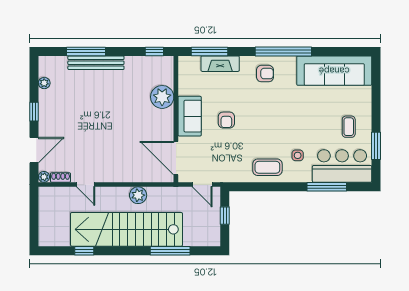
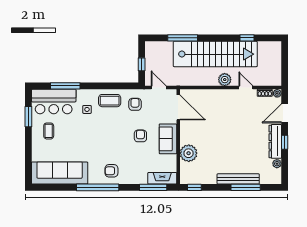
fireplace: (220, 64) -> (162, 178), moved
dresser: (47, 113) -> (275, 141), added
armchair: (234, 162) -> (135, 104), added
plant: (138, 195) -> (225, 80), moved

